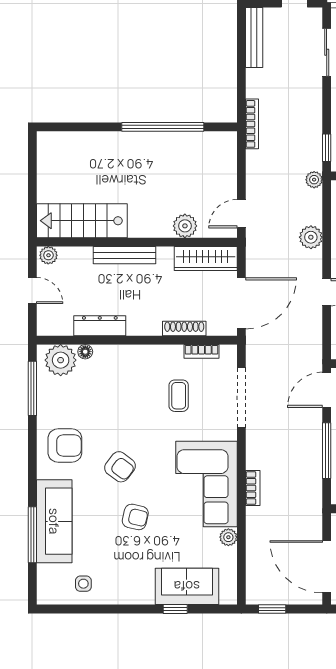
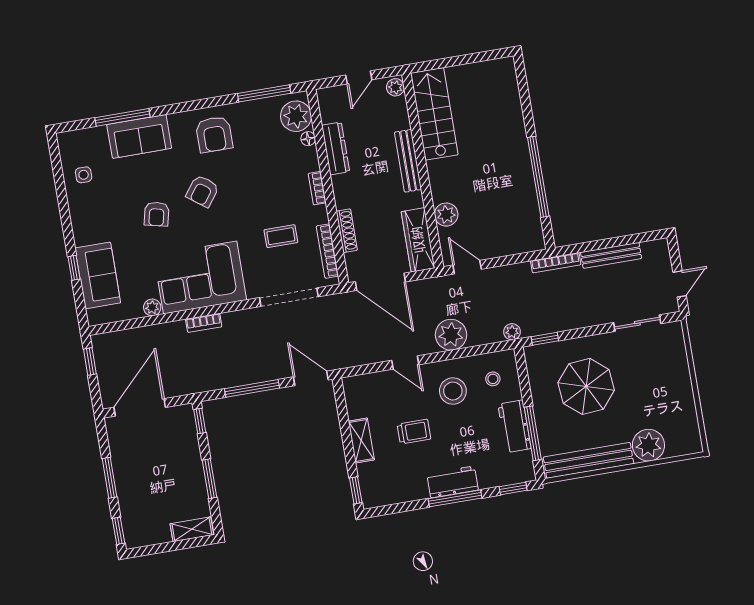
bench: (254, 38) -> (611, 255), moved
plant: (311, 237) -> (451, 335), width x1.36, depth x1.36
bookcase: (137, 351) -> (317, 188), added
bookcase: (202, 351) -> (327, 251), width x1.56
sofa: (54, 521) -> (139, 136), width x0.73

